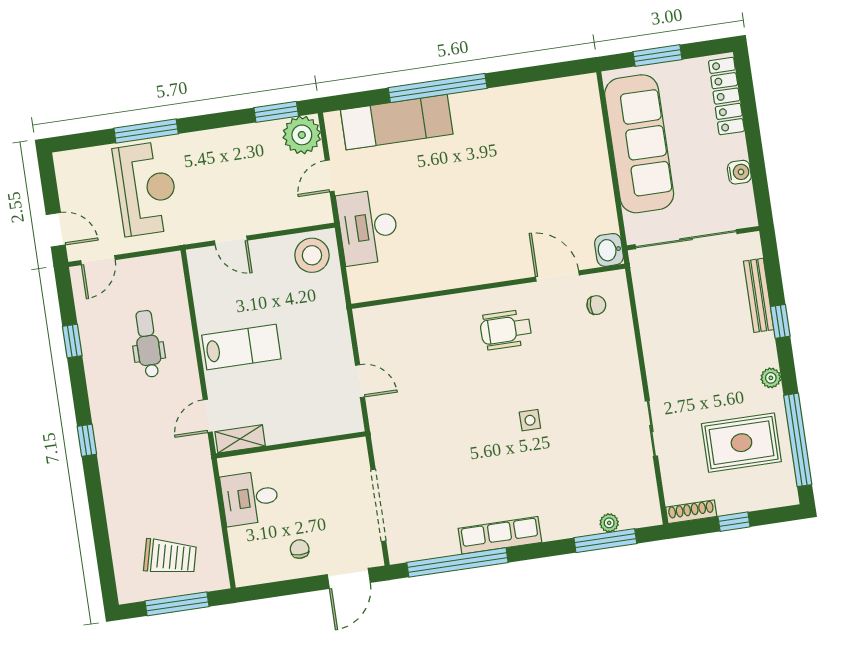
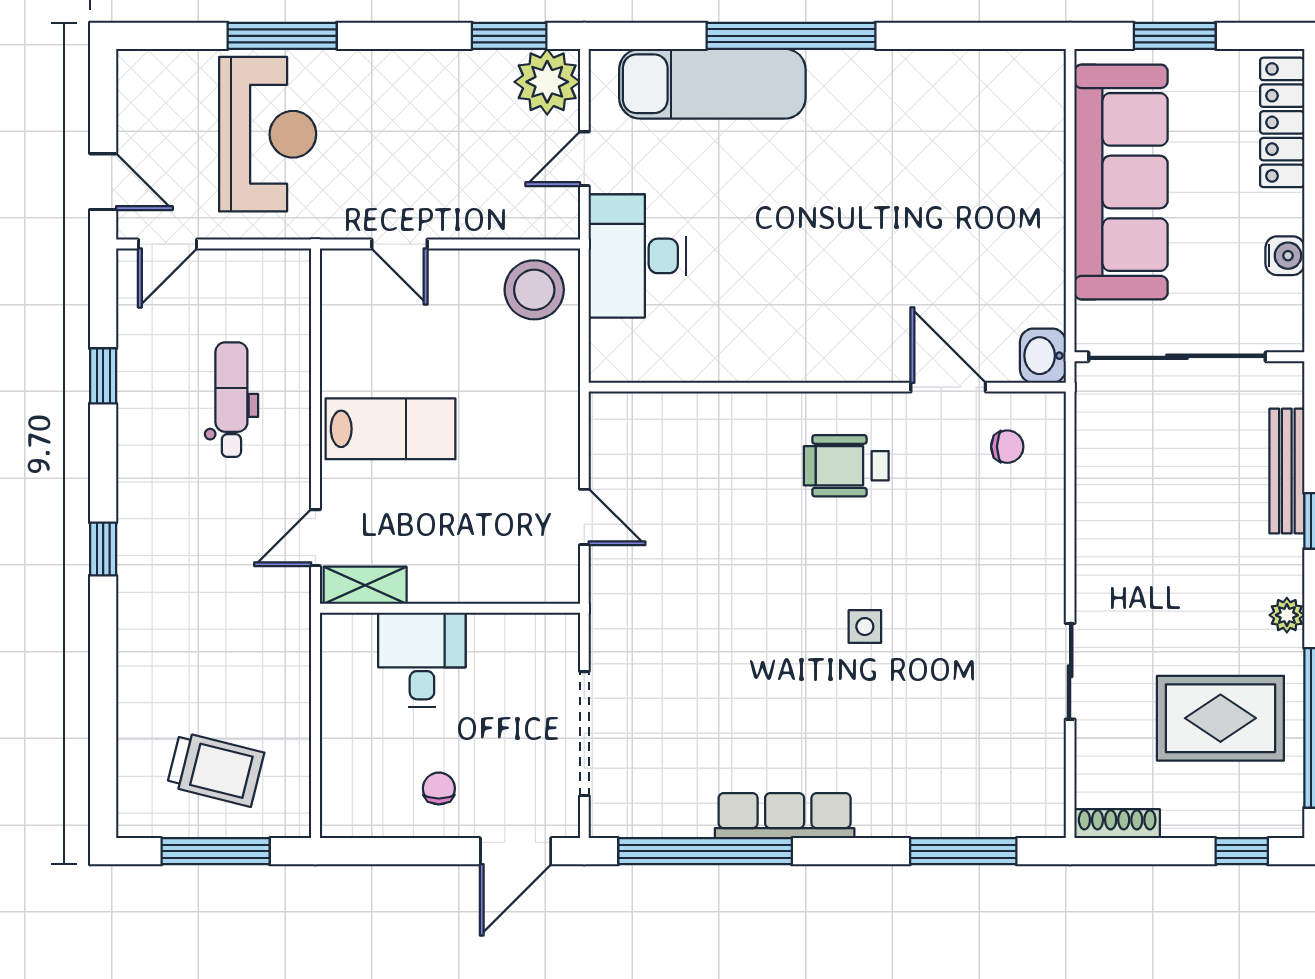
desk: (250, 498) -> (422, 660), moved, turned 90
window: (734, 522) -> (1242, 851), moved
plant: (609, 523) -> (974, 822), removed

